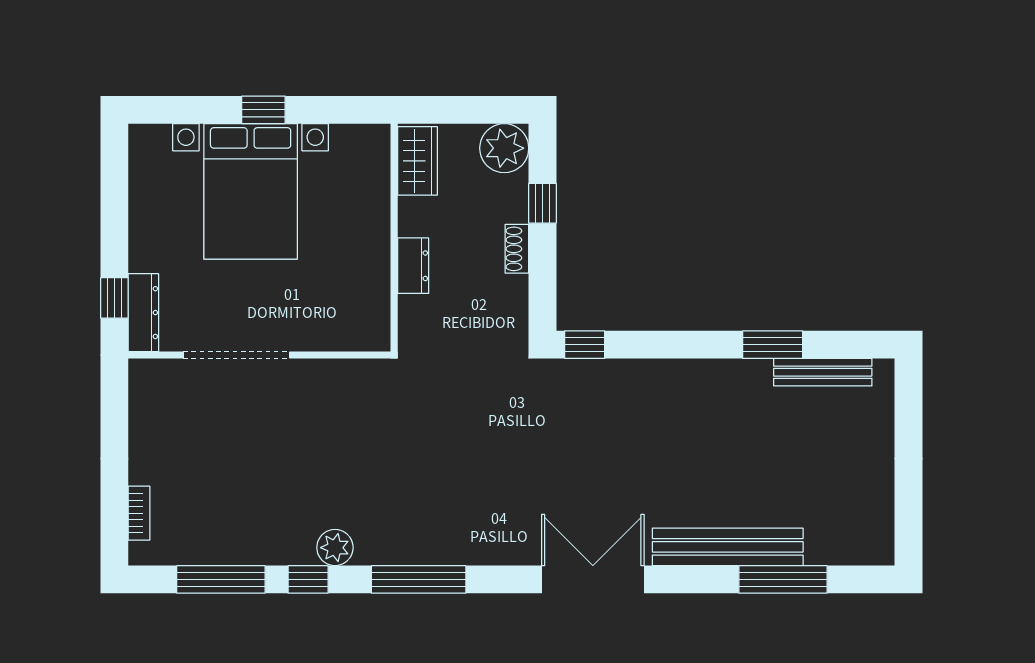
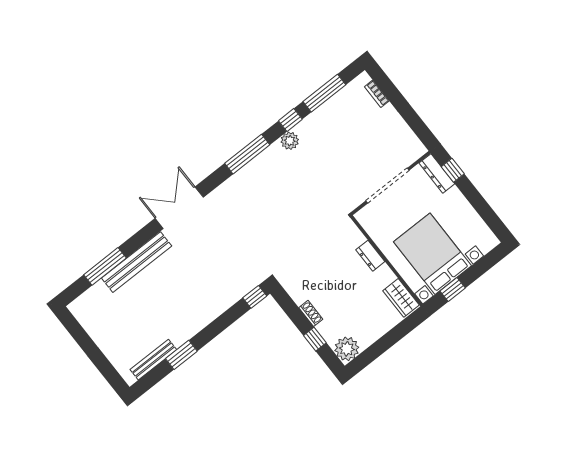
wardrobe: (417, 161) -> (401, 298), moved
wall: (394, 238) -> (386, 261), moved
dresser: (413, 266) -> (370, 256), moved
double door: (593, 579) -> (179, 208), swing flipped

